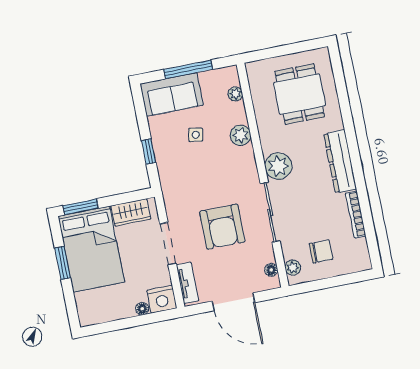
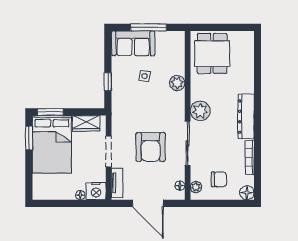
plant: (235, 94) -> (179, 52), removed
dining table: (300, 94) -> (212, 53), moved
floor lamp: (362, 262) -> (247, 193), added
window: (63, 263) -> (29, 138), moved

